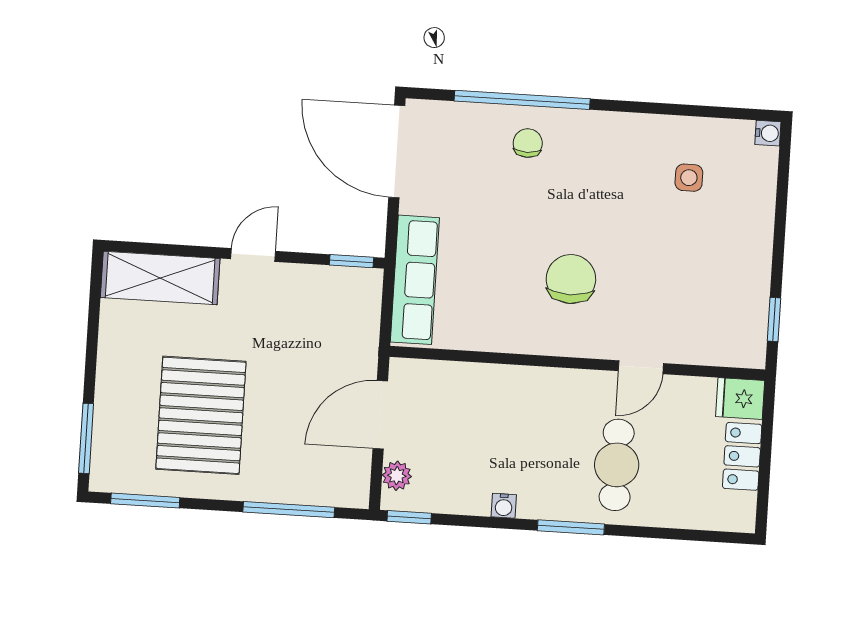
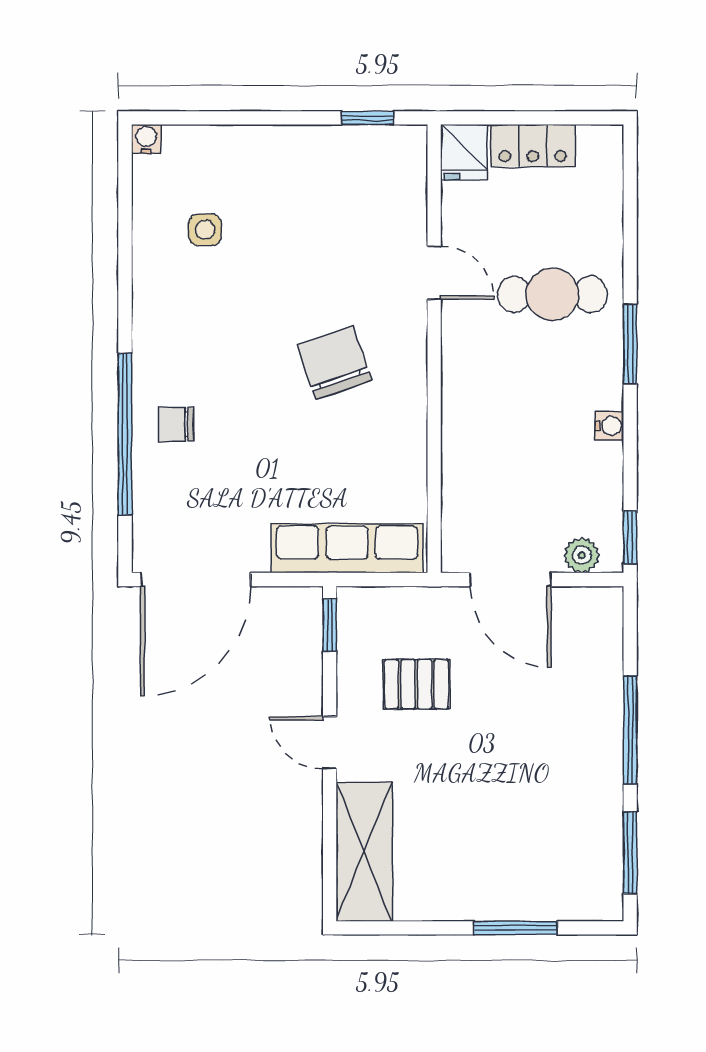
chair: (571, 279) -> (335, 363), turned 71
pallet: (201, 415) -> (416, 684), moved, width x0.49, depth x0.50
window: (86, 438) -> (515, 928), moved
window: (289, 510) -> (630, 730), moved

